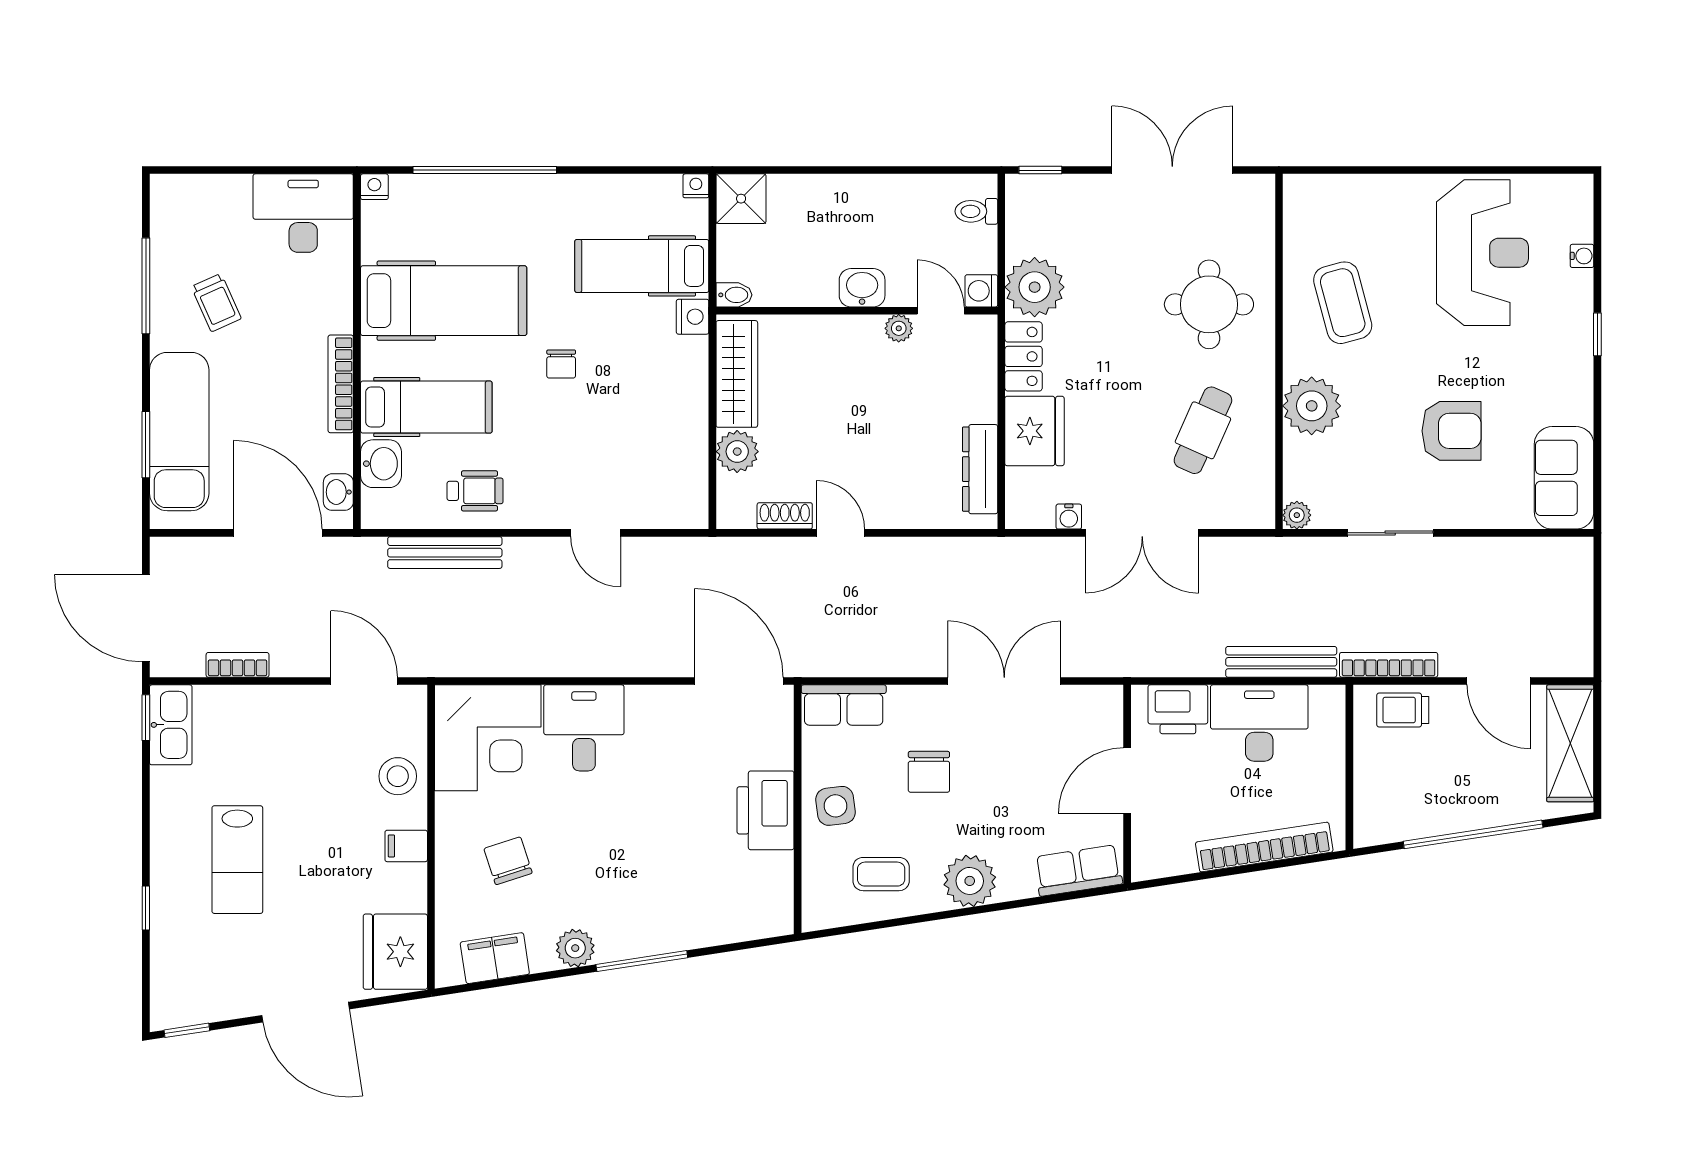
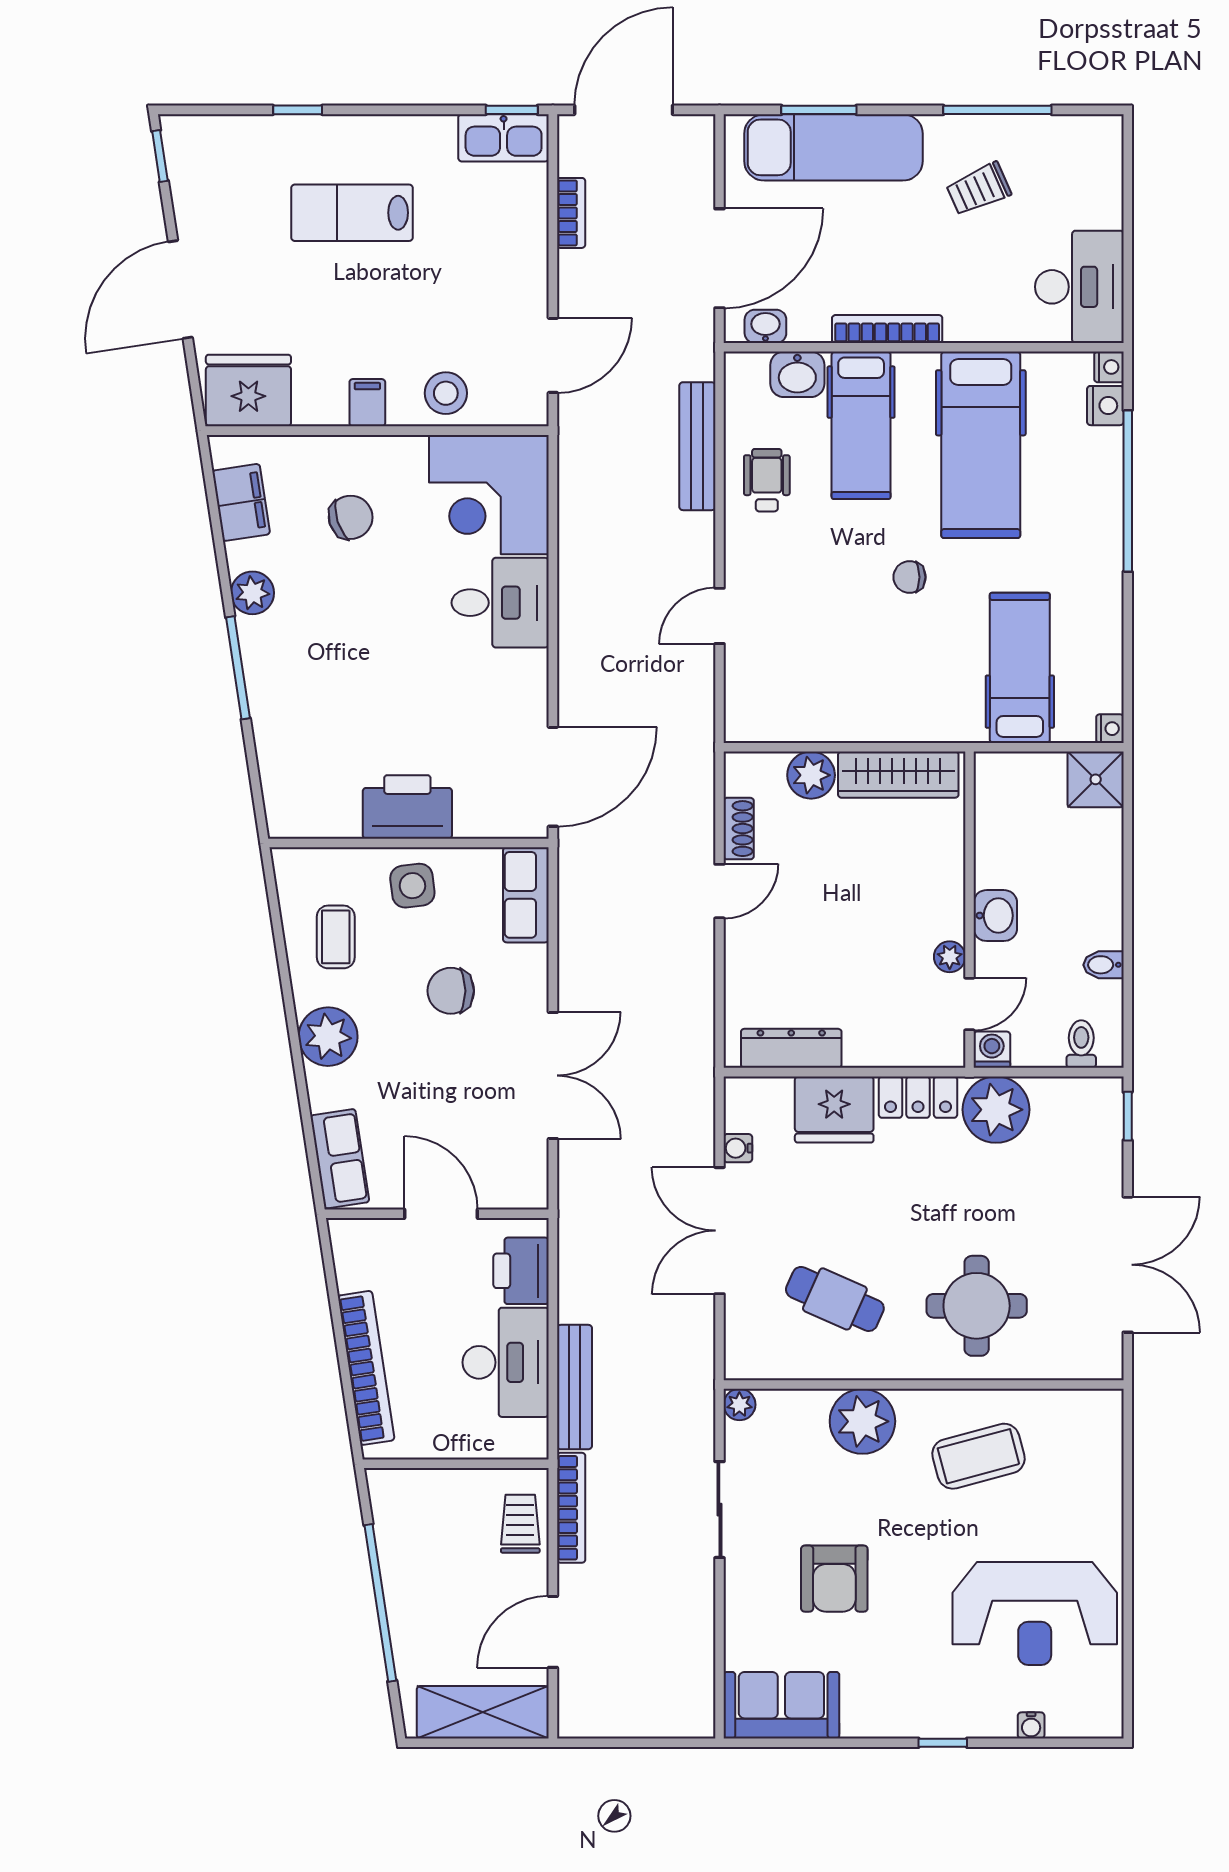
bidet: (734, 295) -> (1103, 965), moved, turned 90
nightstand: (693, 317) -> (1105, 406), moved, turned -90
wheelchair: (475, 491) -> (767, 480), turned 180

